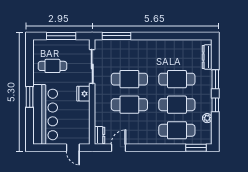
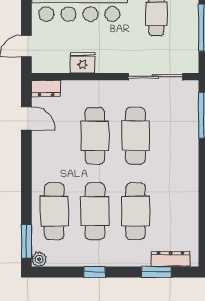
window: (215, 79) -> (156, 272), moved
fridge: (83, 94) -> (83, 63), moved
plant: (207, 118) -> (39, 259), moved

